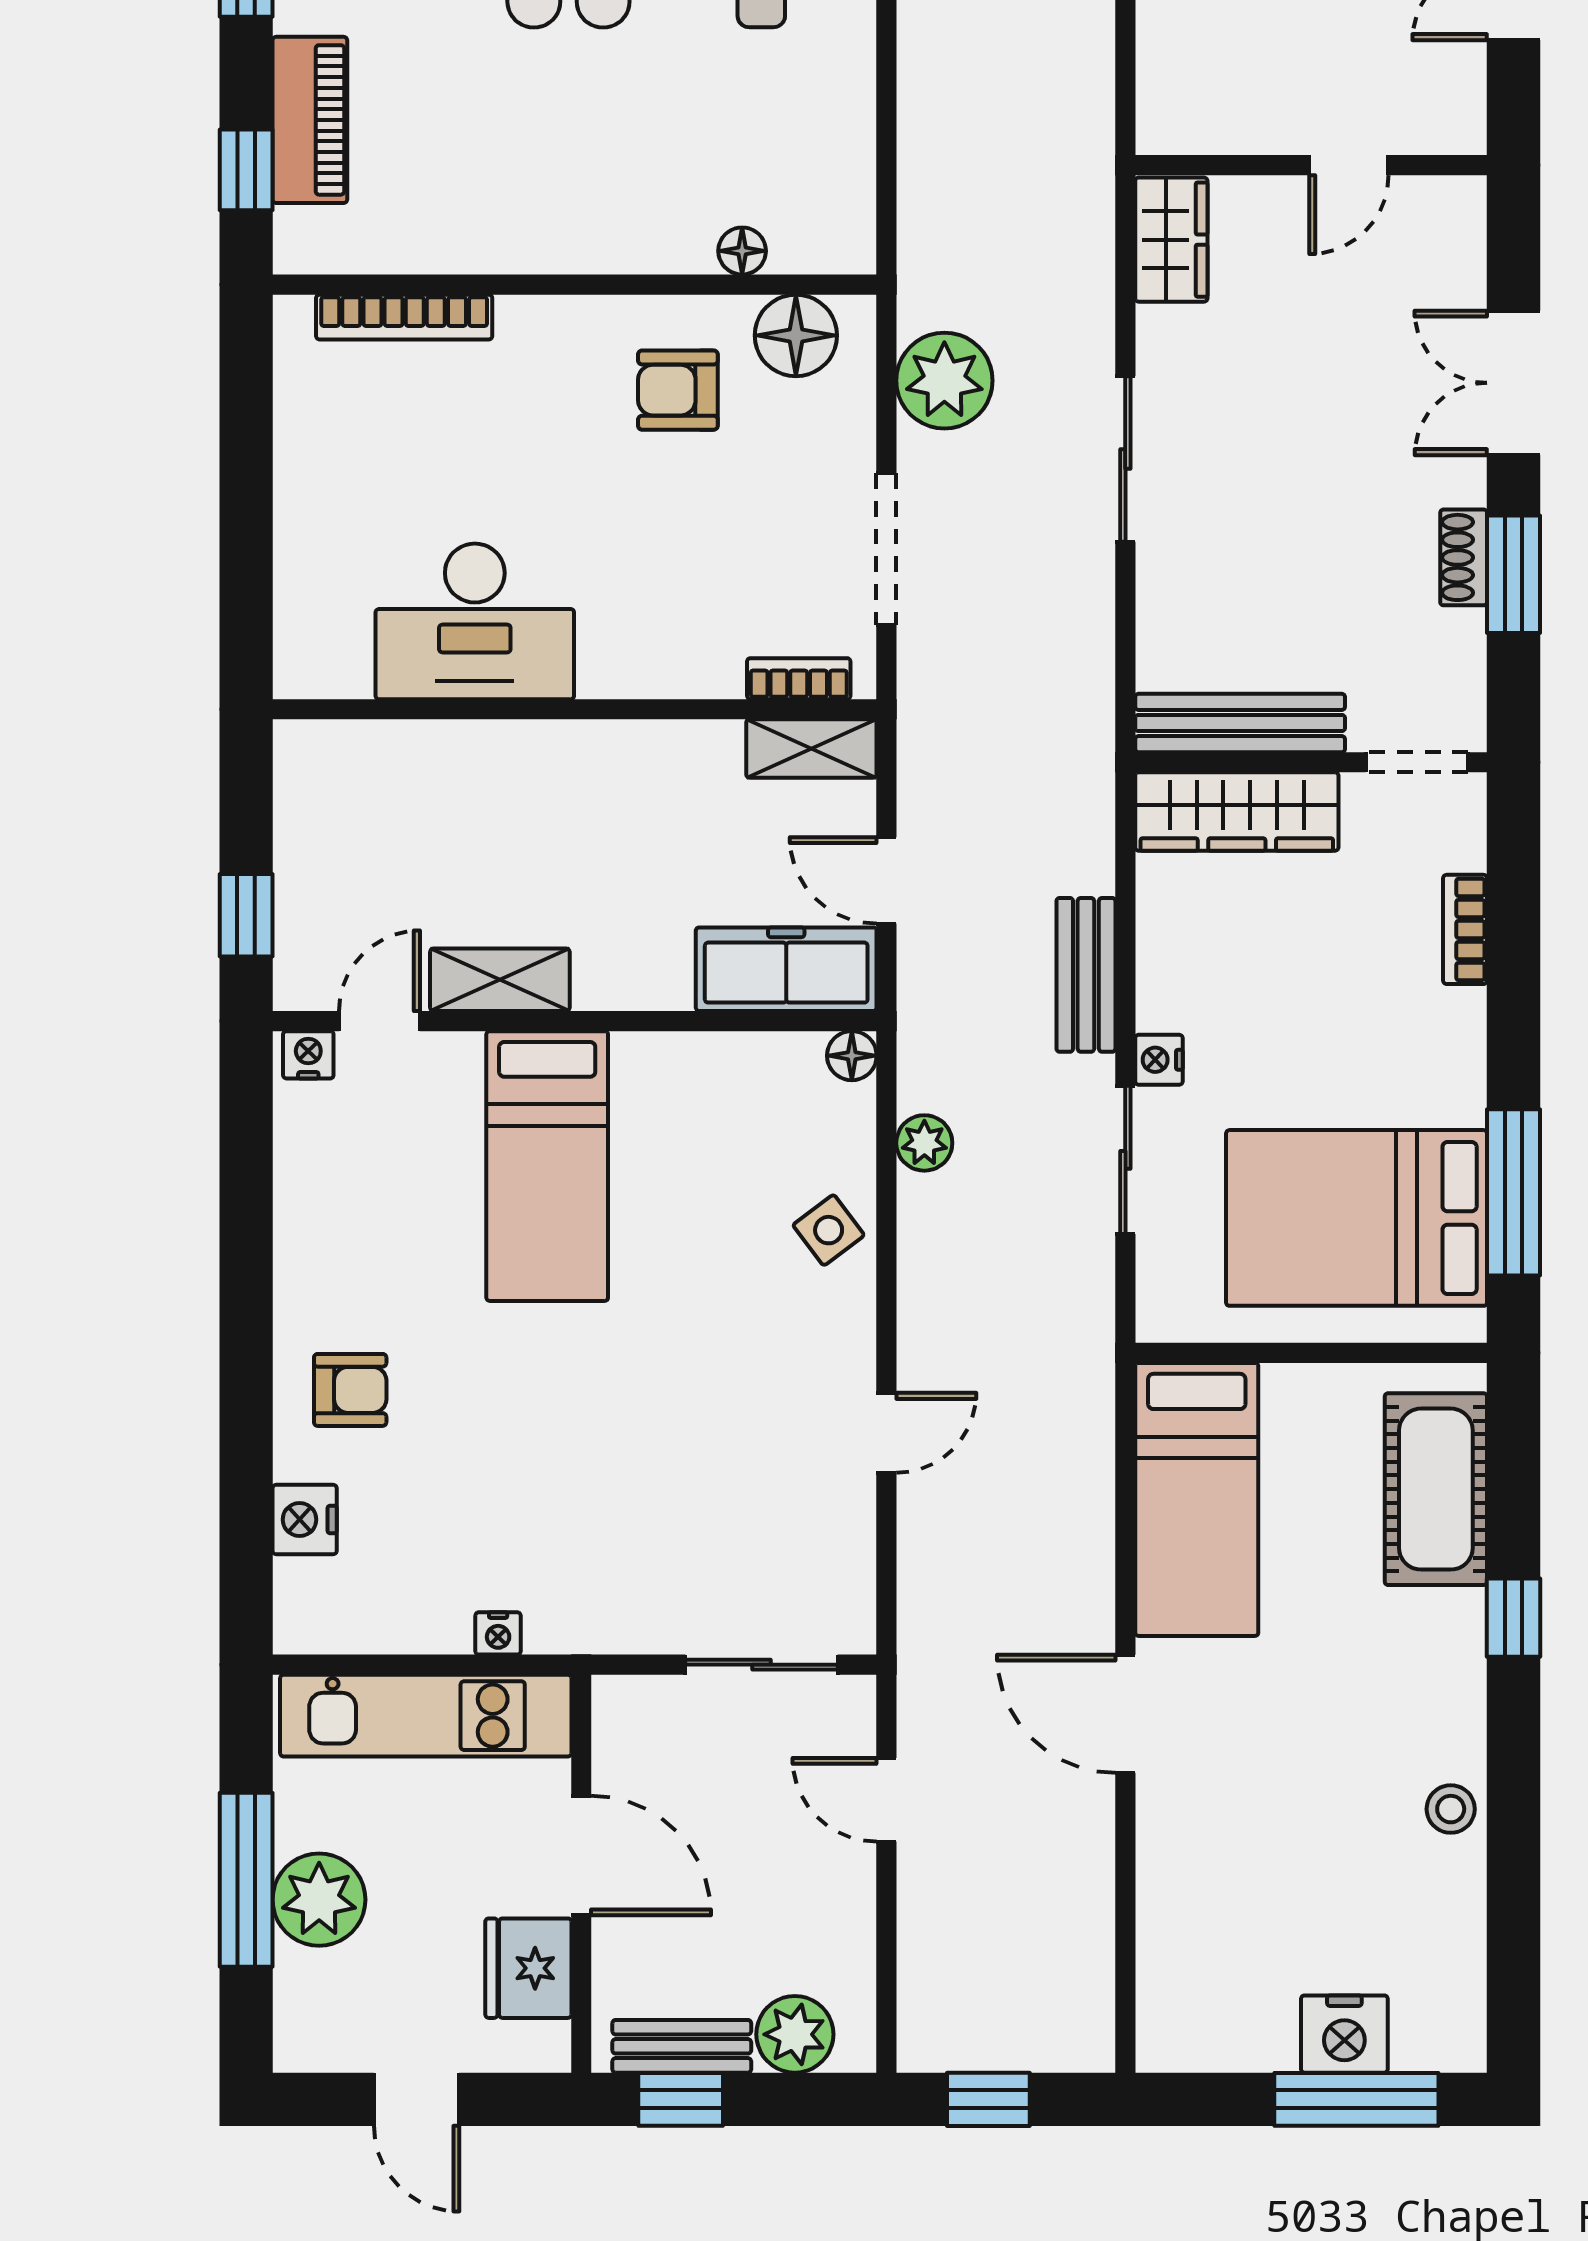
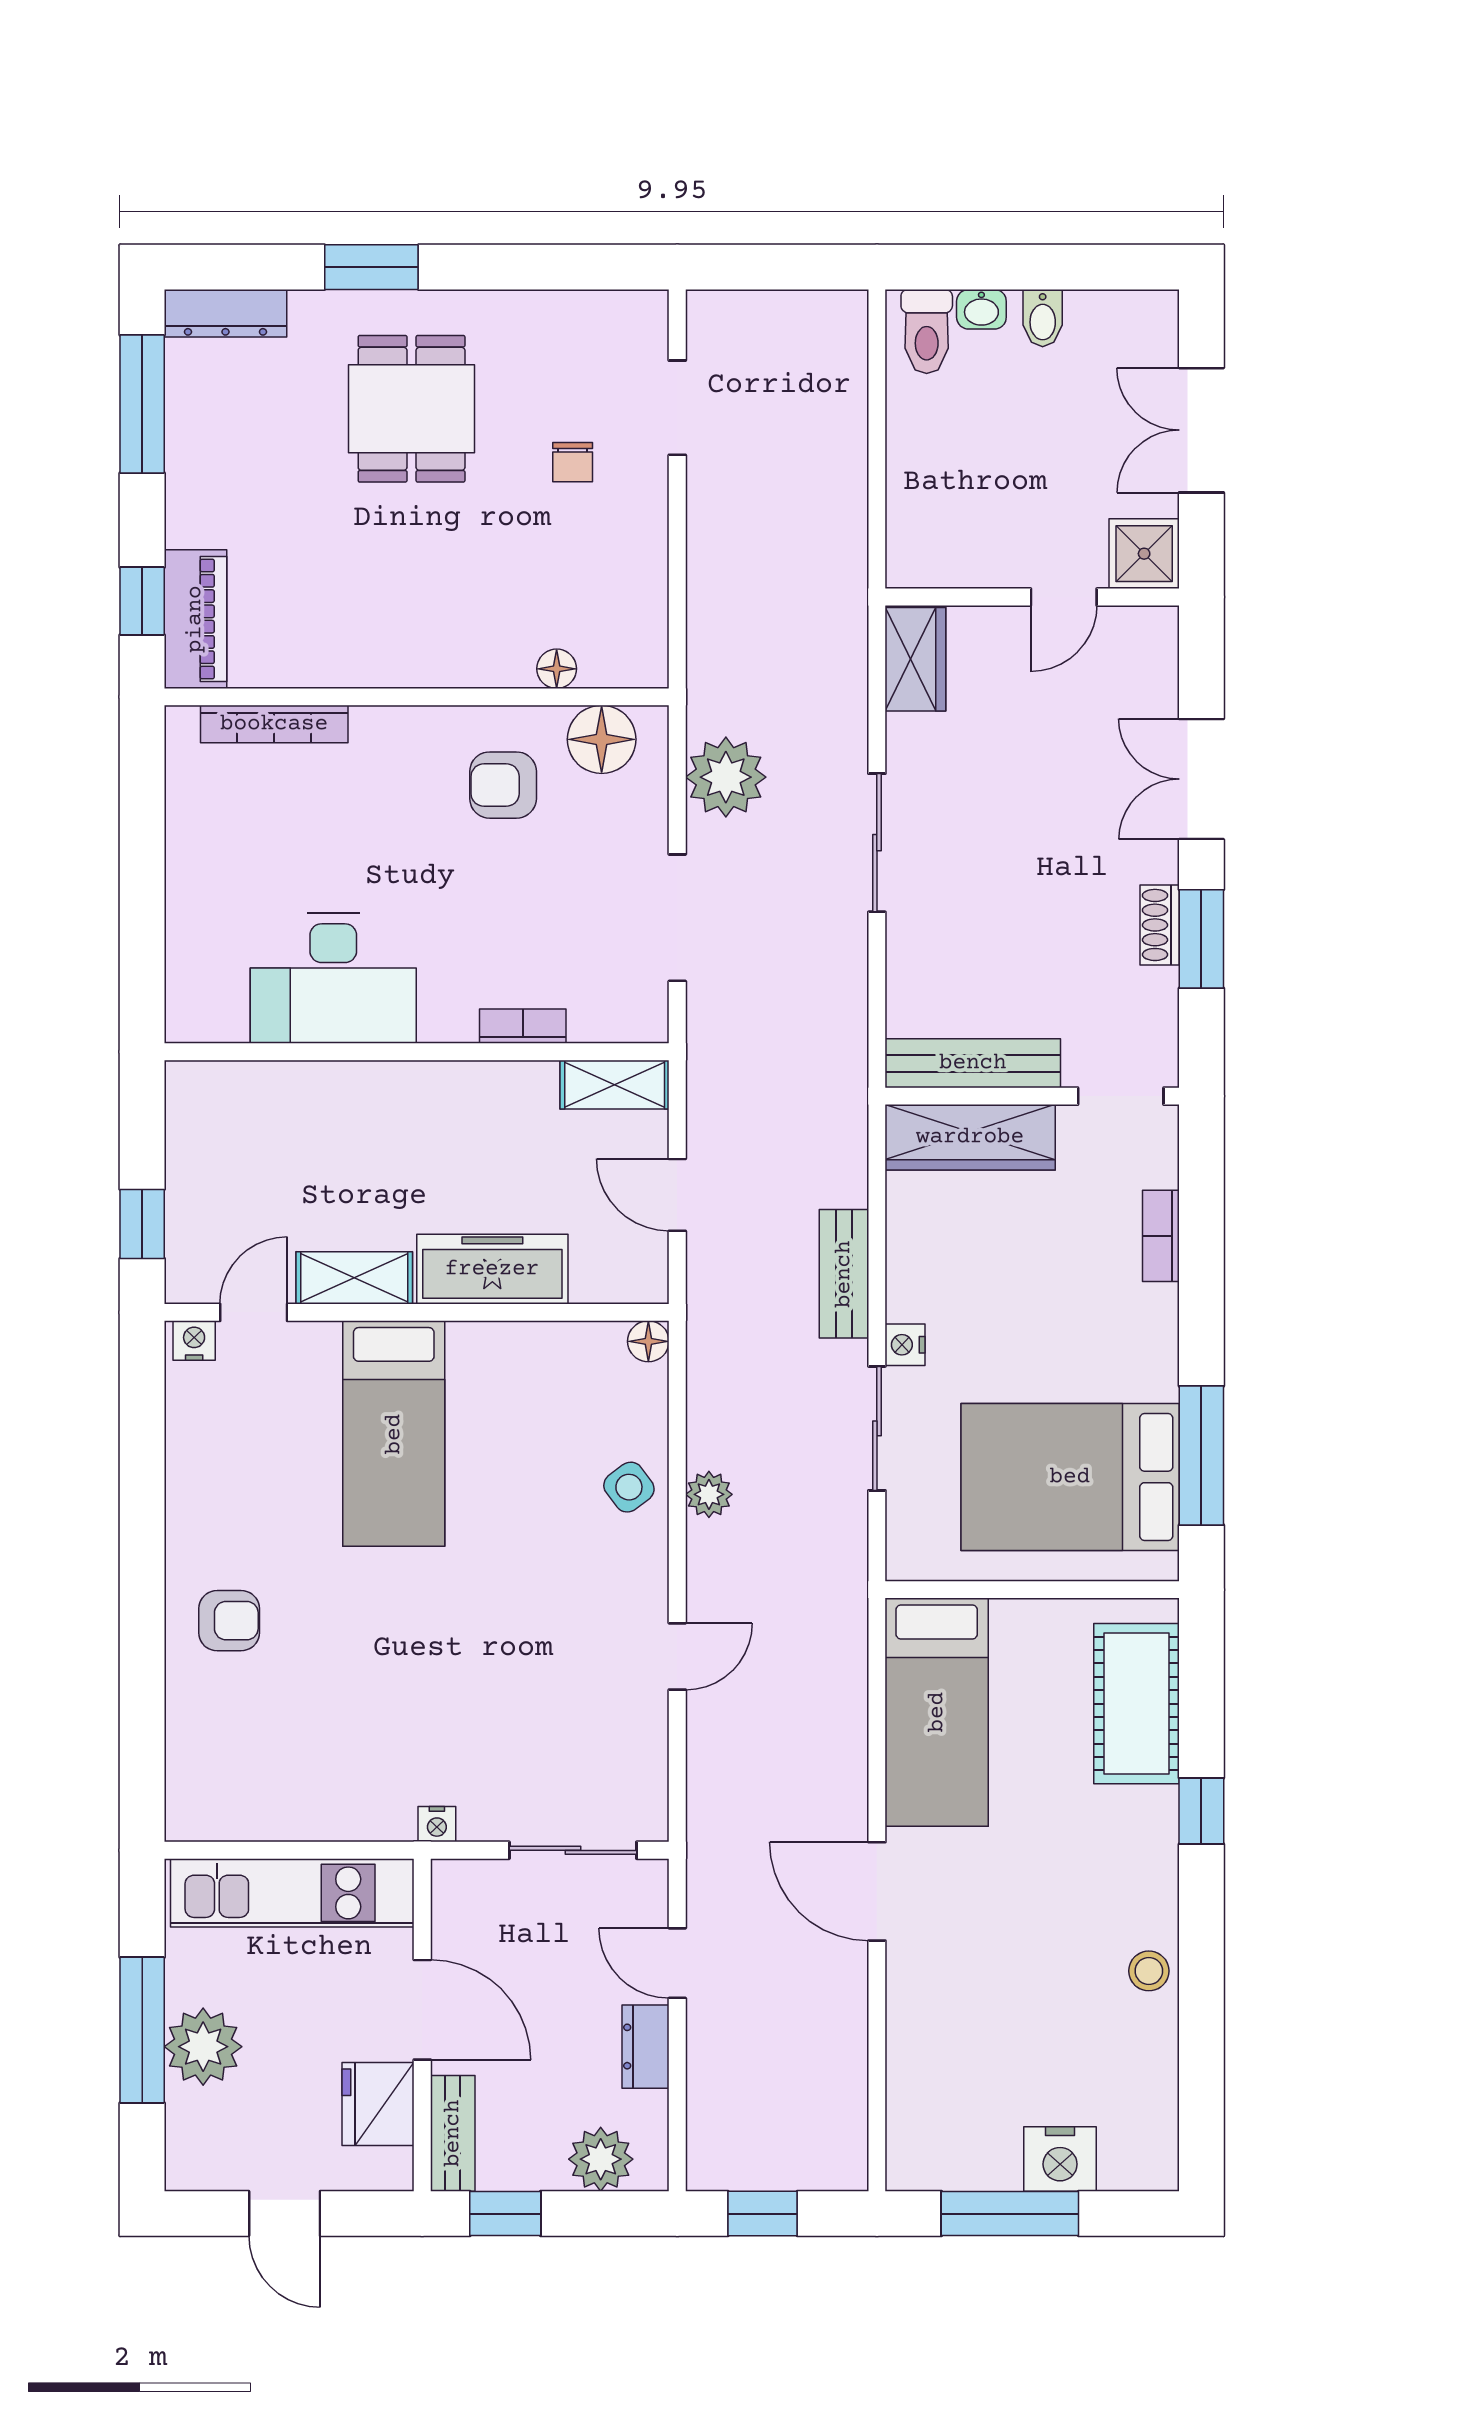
shower: (1445, 113) -> (1144, 554), added
piano: (310, 120) -> (195, 619), moved
bookcase: (799, 679) -> (523, 1026), moved
freezer: (786, 969) -> (492, 1269), moved
plant: (924, 1143) -> (709, 1494), moved
nightstand: (305, 1520) -> (191, 1729), removed
nightstand: (498, 1633) -> (437, 1824), moved
dresser: (848, 1899) -> (646, 2047), added
bench: (682, 2046) -> (453, 2133), moved, turned 90
window: (1356, 2099) -> (1010, 2214), moved

